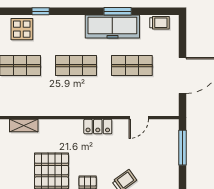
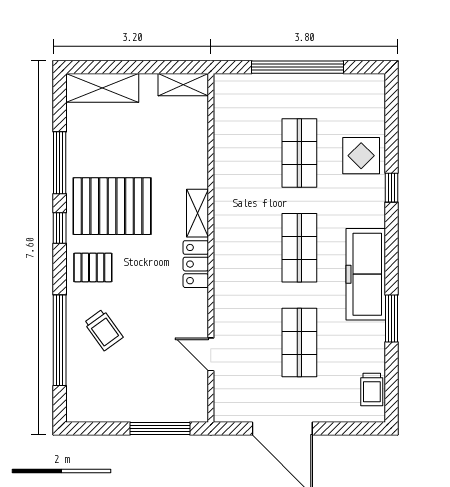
freezer: (112, 26) -> (366, 274), moved
shelving: (24, 125) -> (198, 213), moved
locker: (98, 127) -> (196, 264), moved

